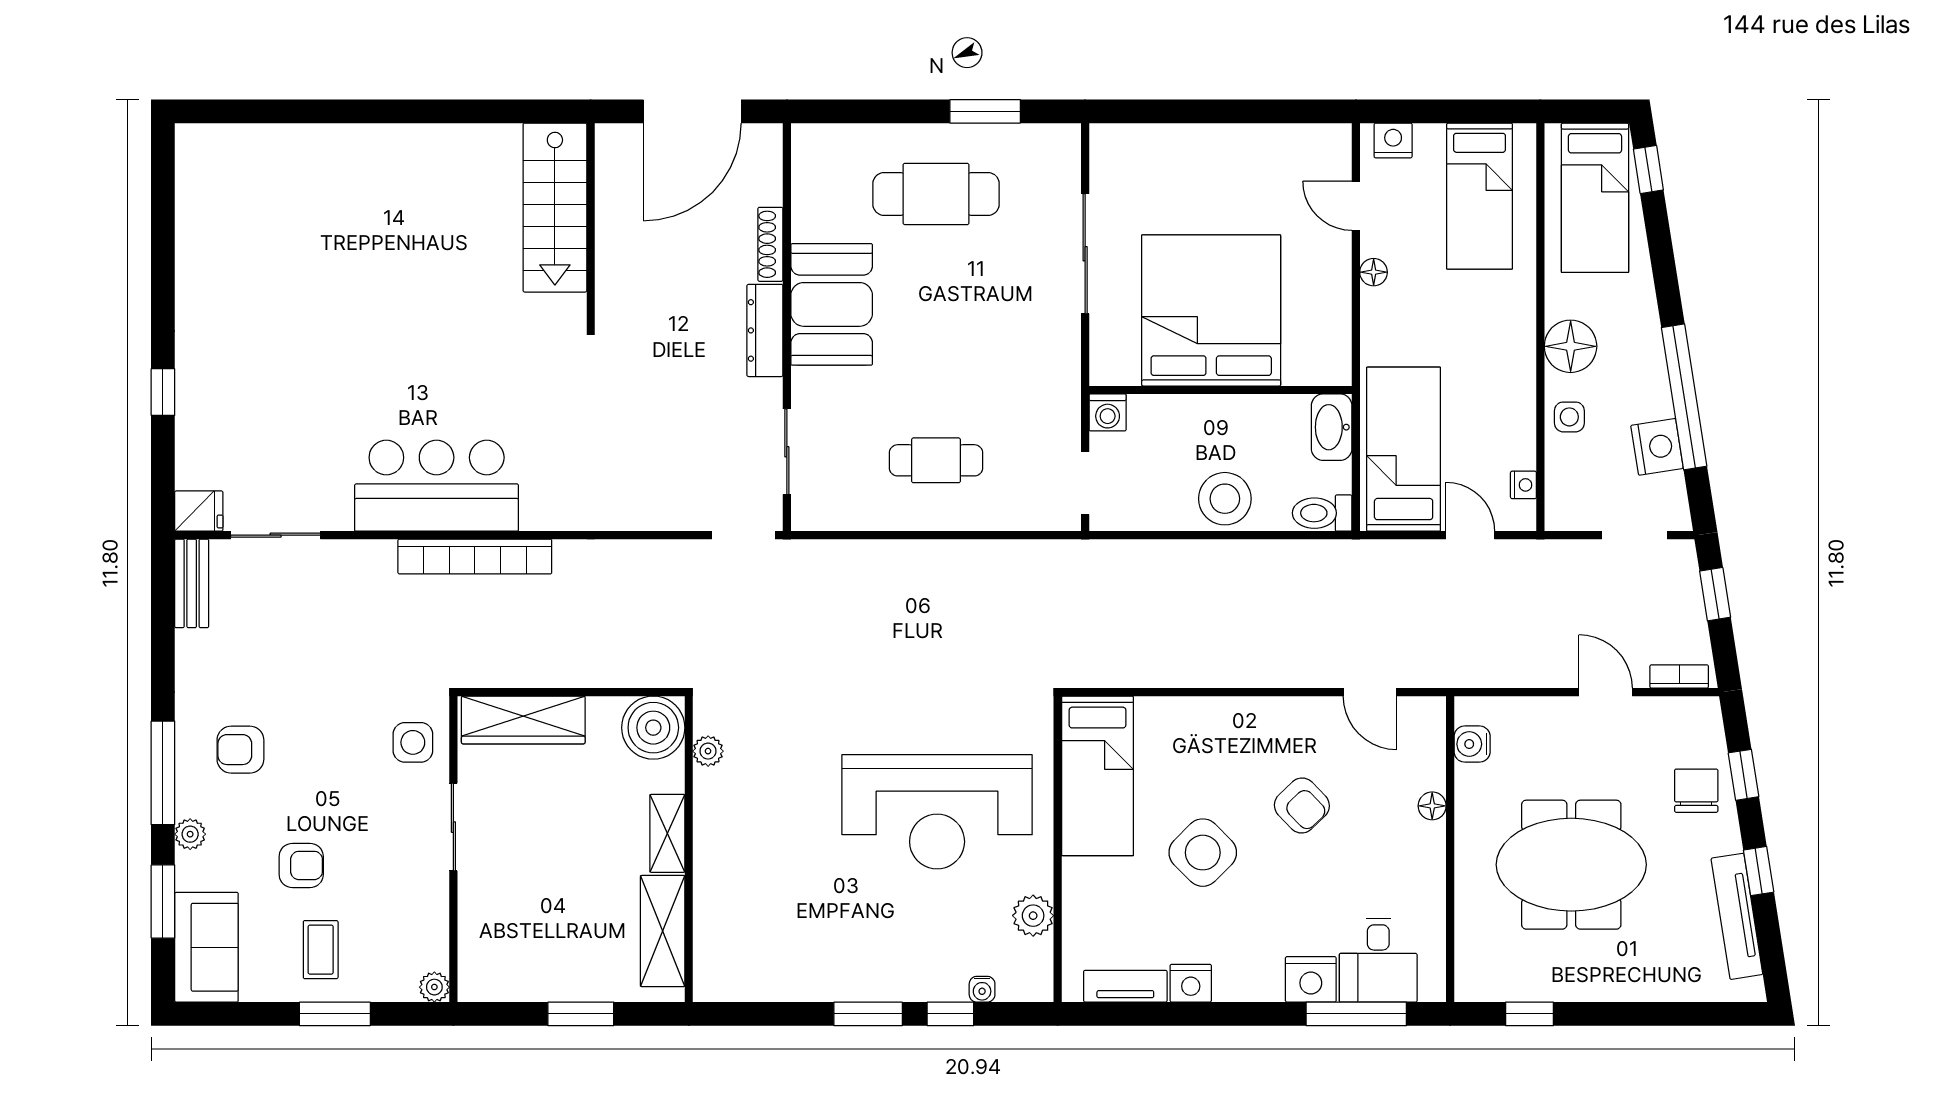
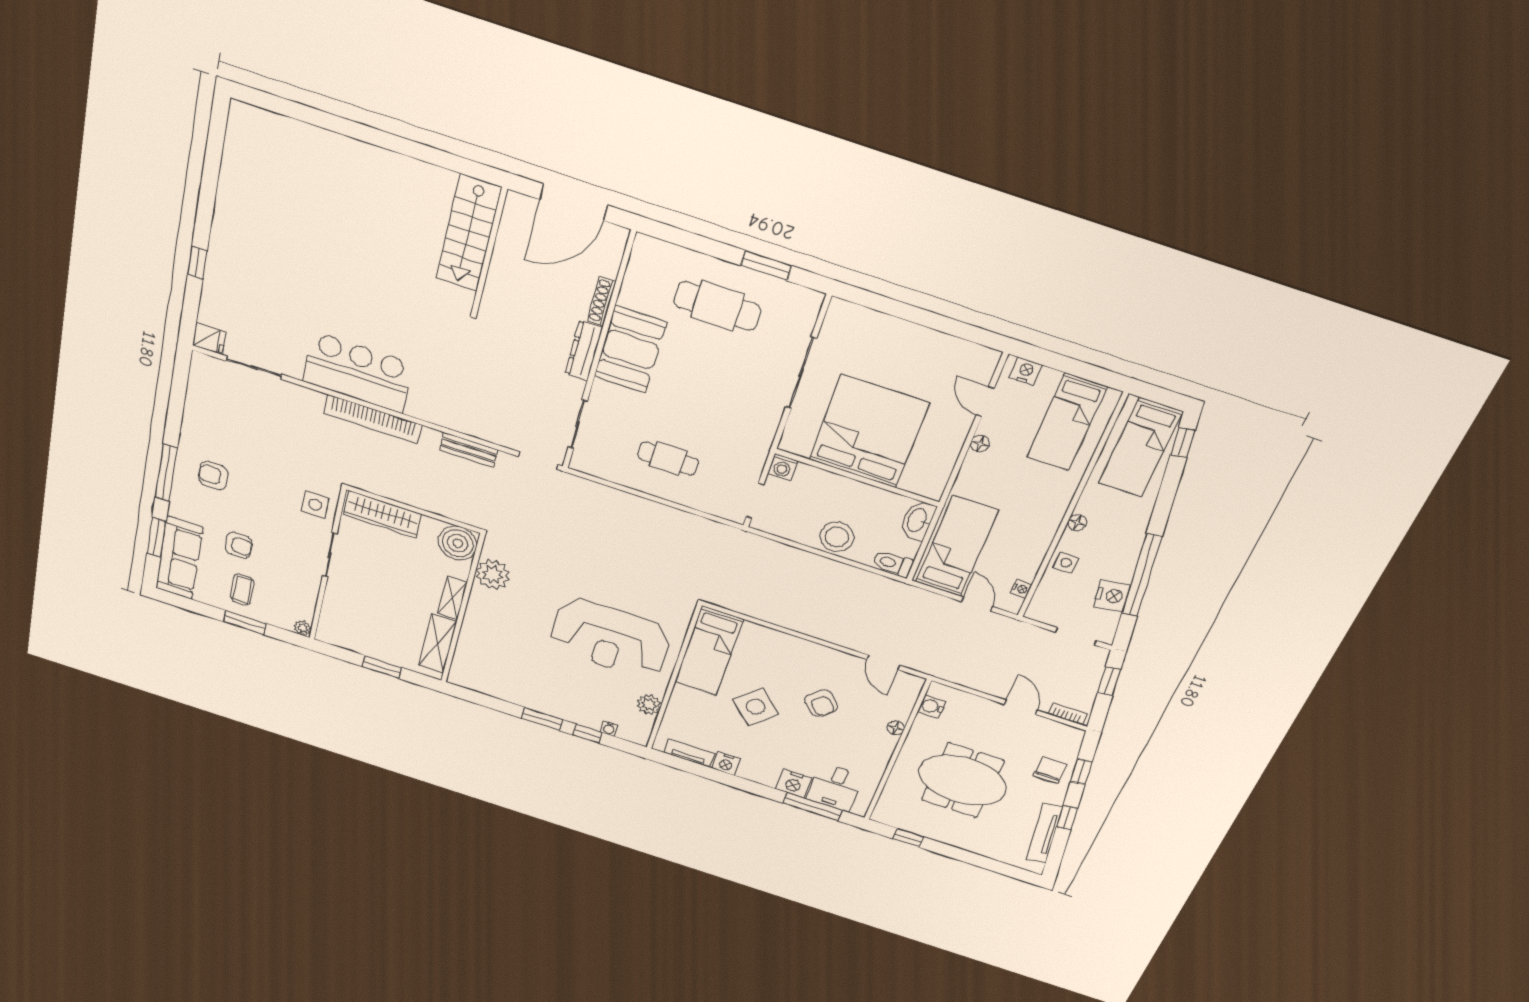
floor lamp: (1571, 346) -> (1077, 523), width x0.53, depth x0.53
bench: (192, 583) -> (468, 450), moved, turned 90
plant: (708, 751) -> (493, 575), width x1.87, depth x1.87
plant: (190, 834) -> (177, 509), removed
sofa: (206, 947) -> (179, 558), width x1.36

